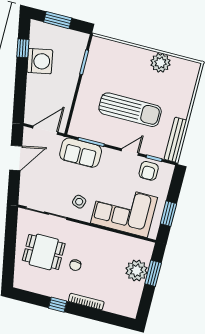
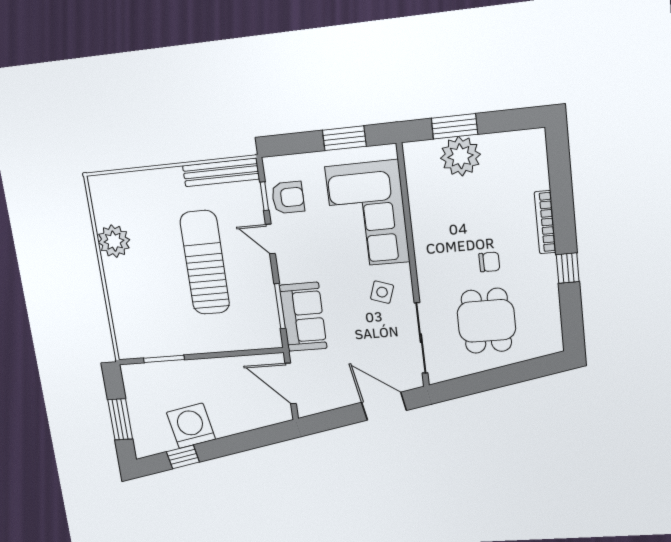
door: (16, 158) -> (384, 406), moved

